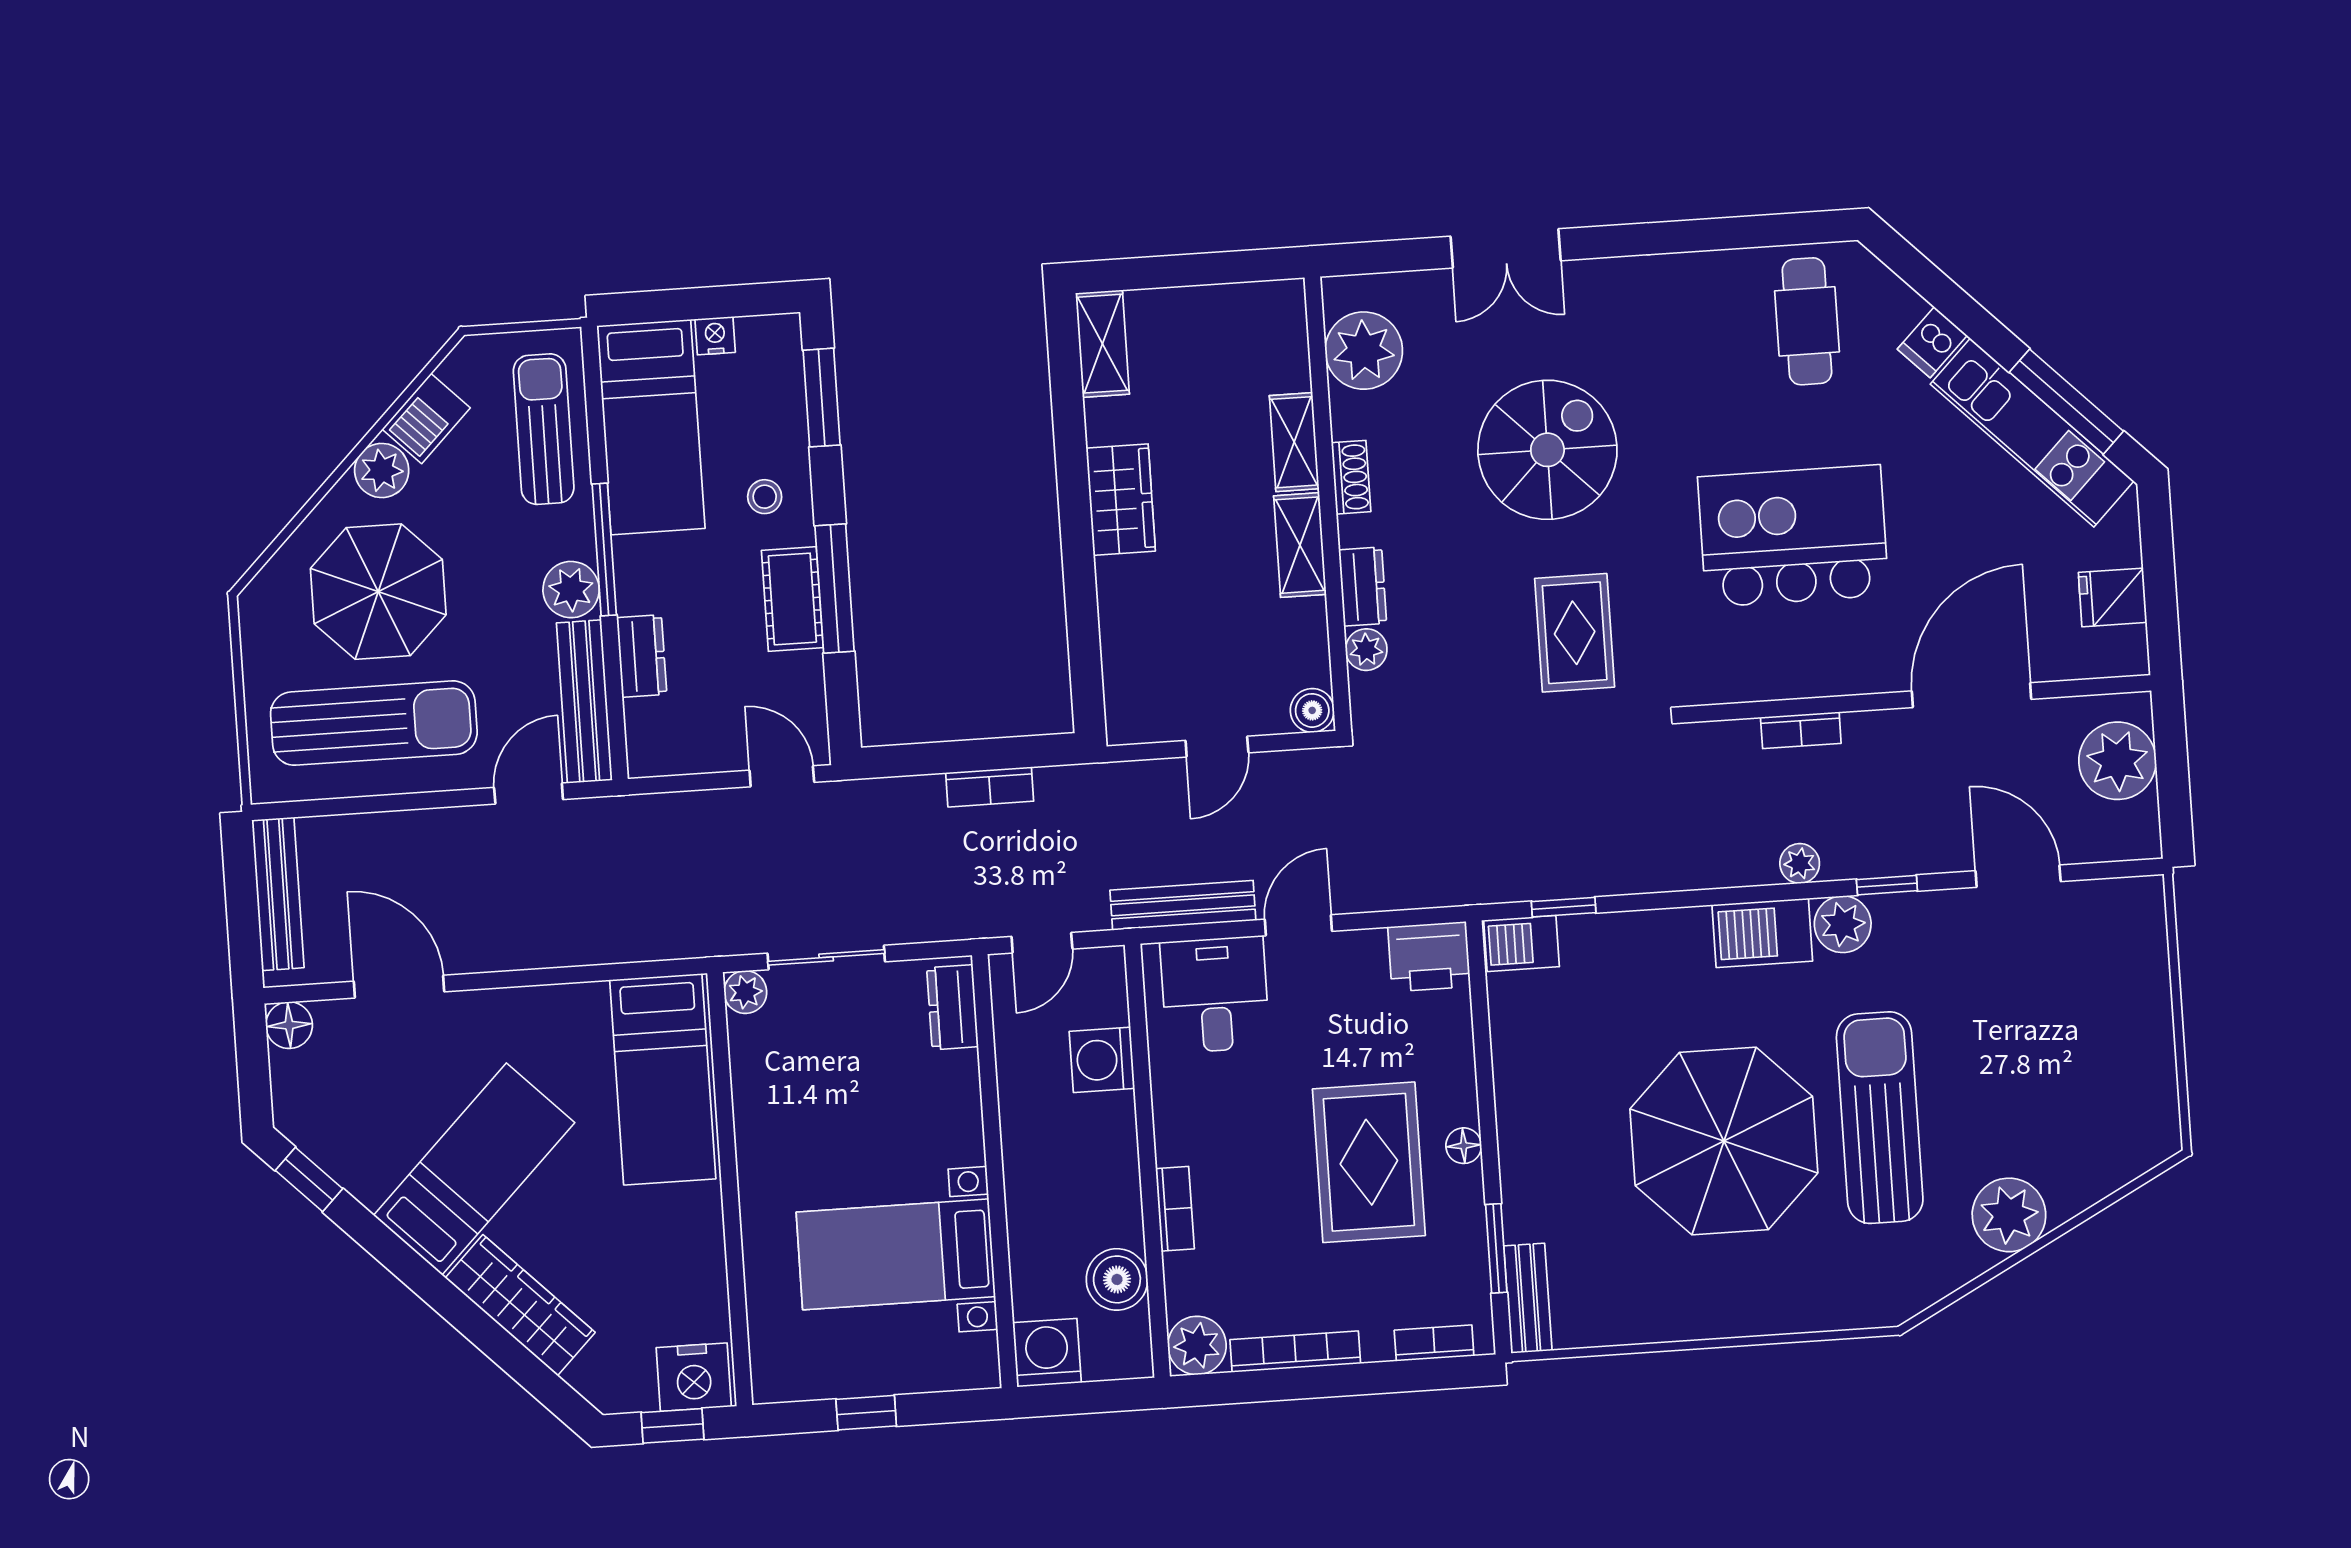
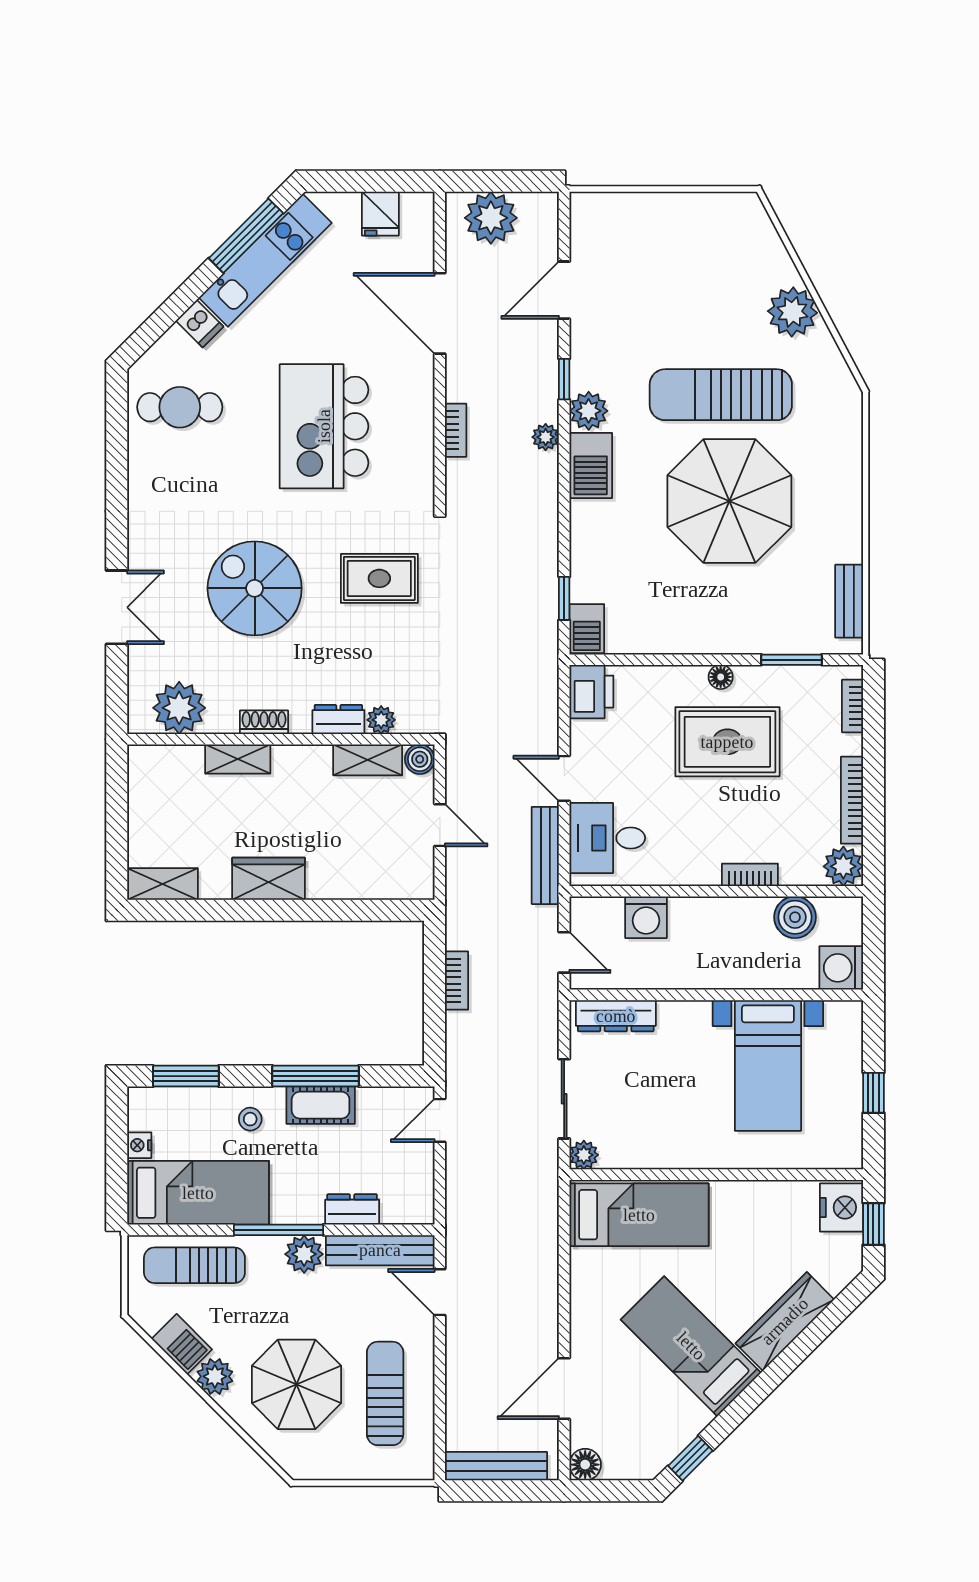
shelving: (1300, 545) -> (368, 760), moved
sun lounger: (374, 723) -> (385, 1393), width x0.73, depth x0.75
dresser: (953, 1007) -> (616, 1016), width x1.44
bench: (1528, 1298) -> (849, 601), moved, turned 90

